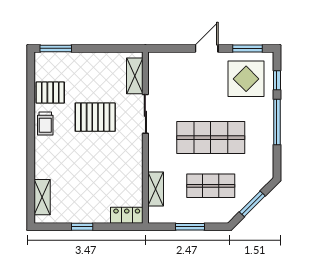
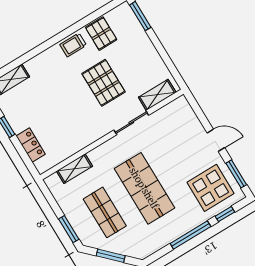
locker: (127, 215) -> (31, 145), moved
window: (190, 227) -> (69, 229), moved

